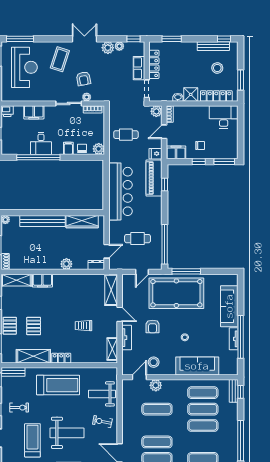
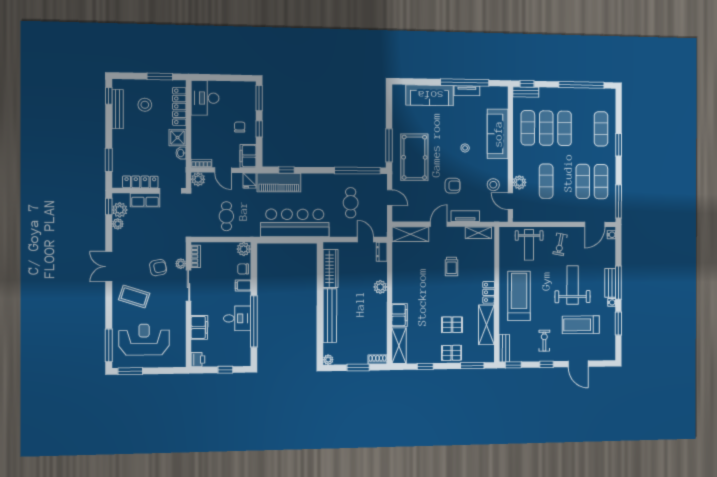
plant: (108, 48) -> (120, 210), moved
pool table: (176, 293) -> (414, 157), width x0.73, depth x0.76

